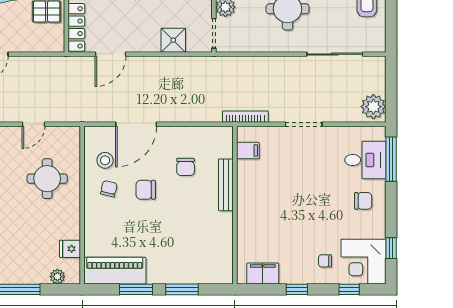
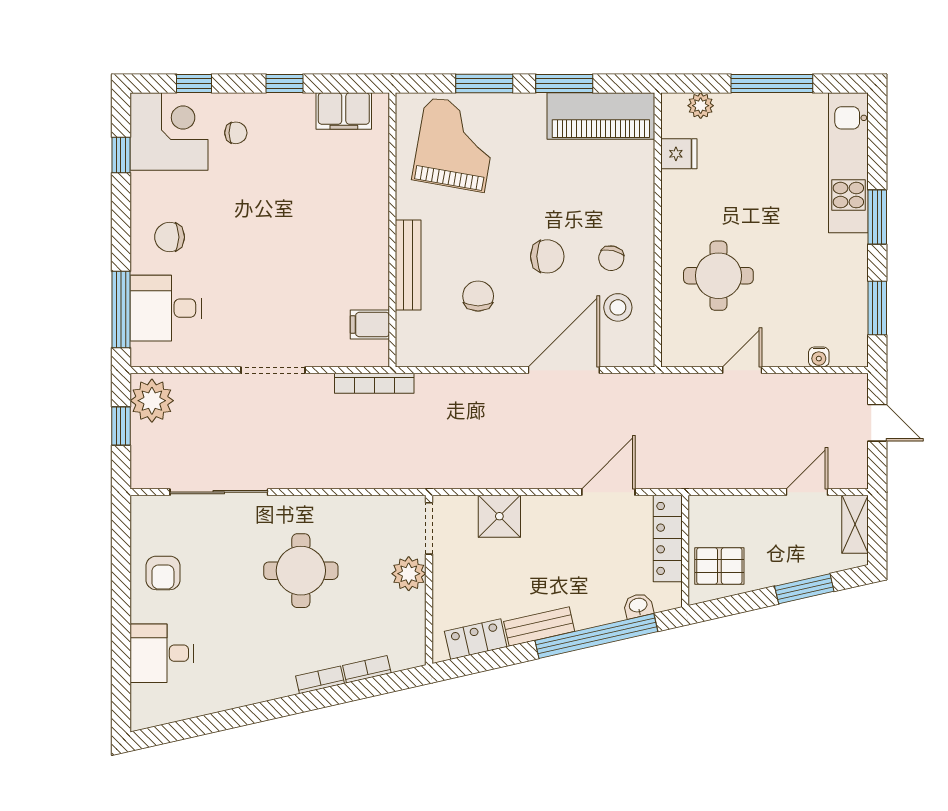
window: (391, 92) -> (121, 426), added
grand piano: (199, 254) -> (455, 144), added

